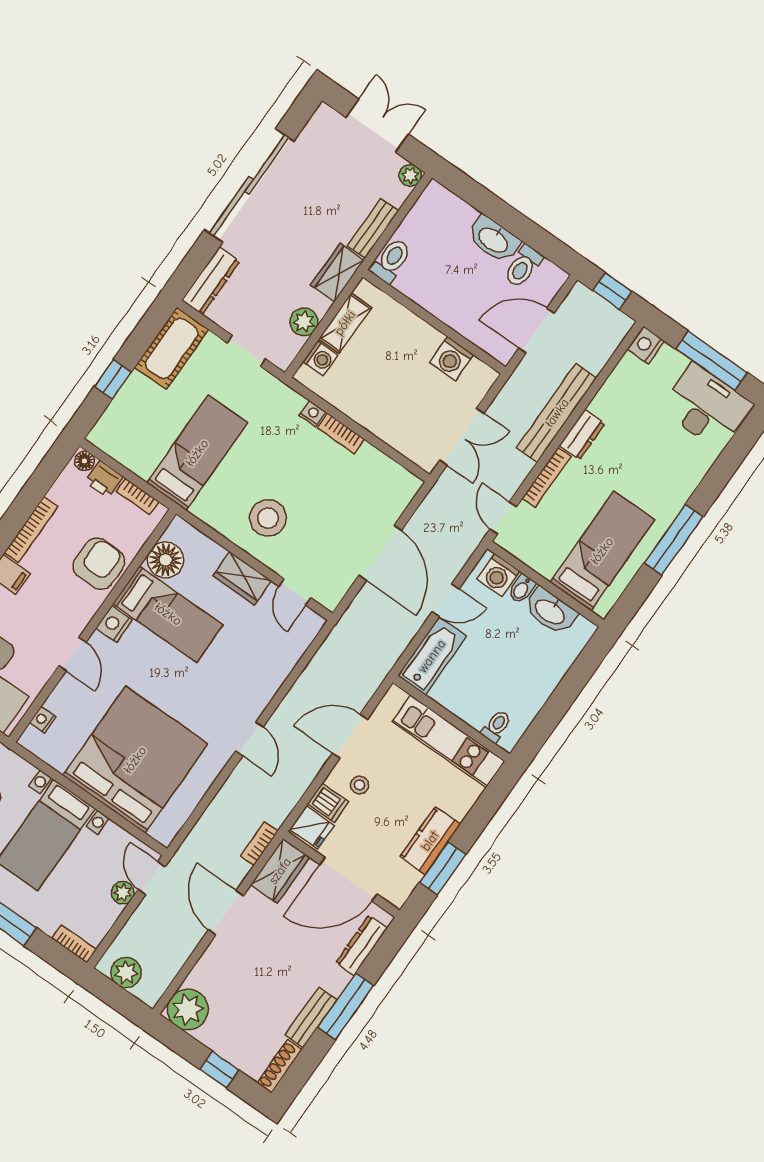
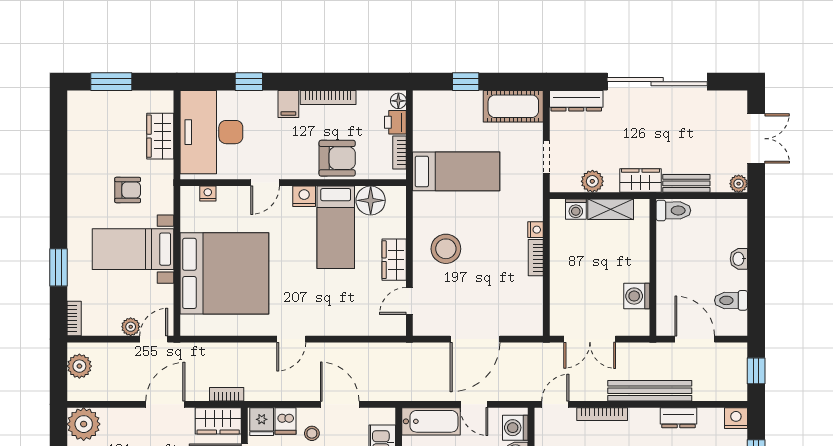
washbasin: (494, 239) -> (739, 259), width x0.52, depth x0.69
dresser: (582, 435) -> (678, 418), moved

